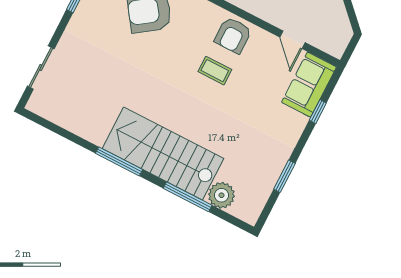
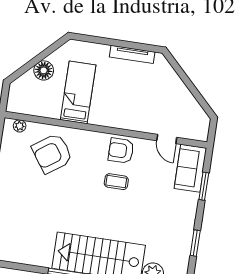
armchair: (233, 35) -> (121, 151), turned 90
window: (318, 112) -> (204, 186), width x1.50

